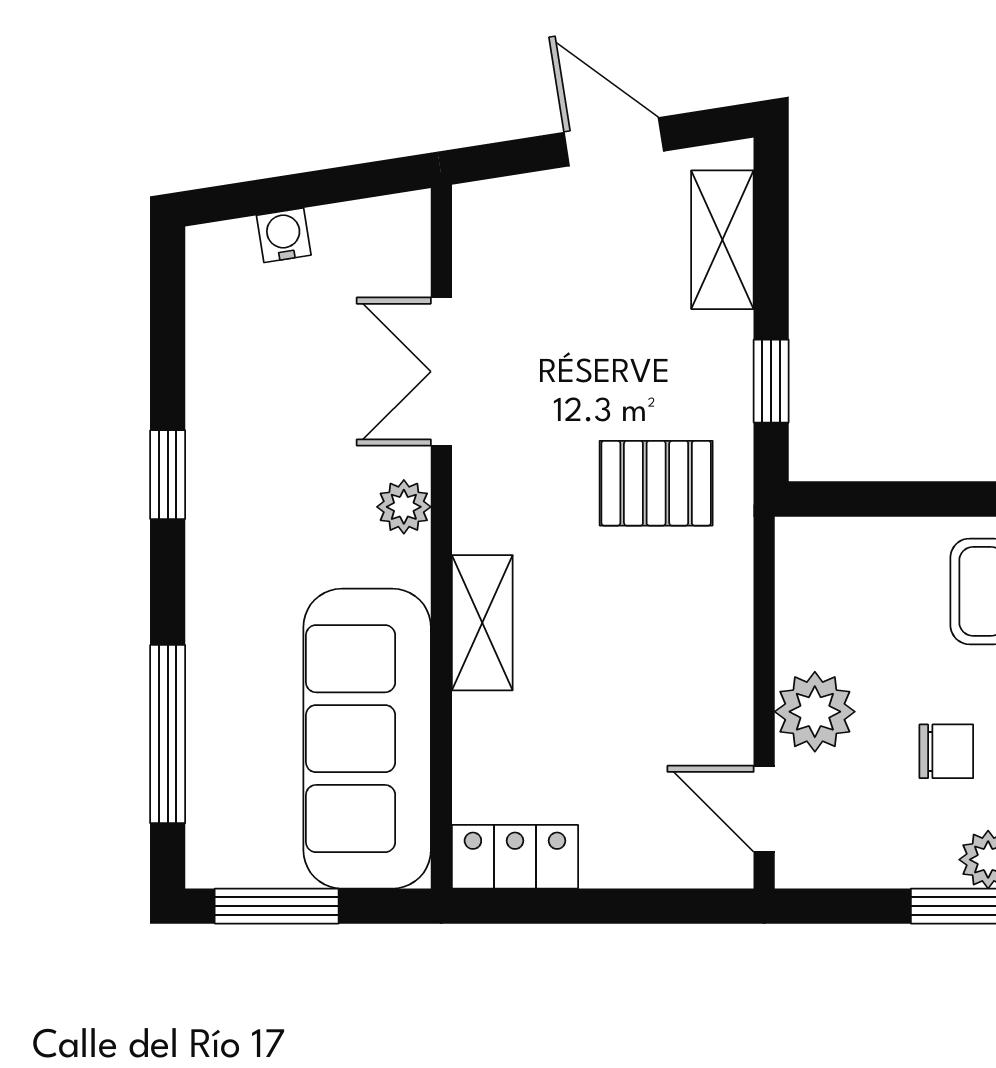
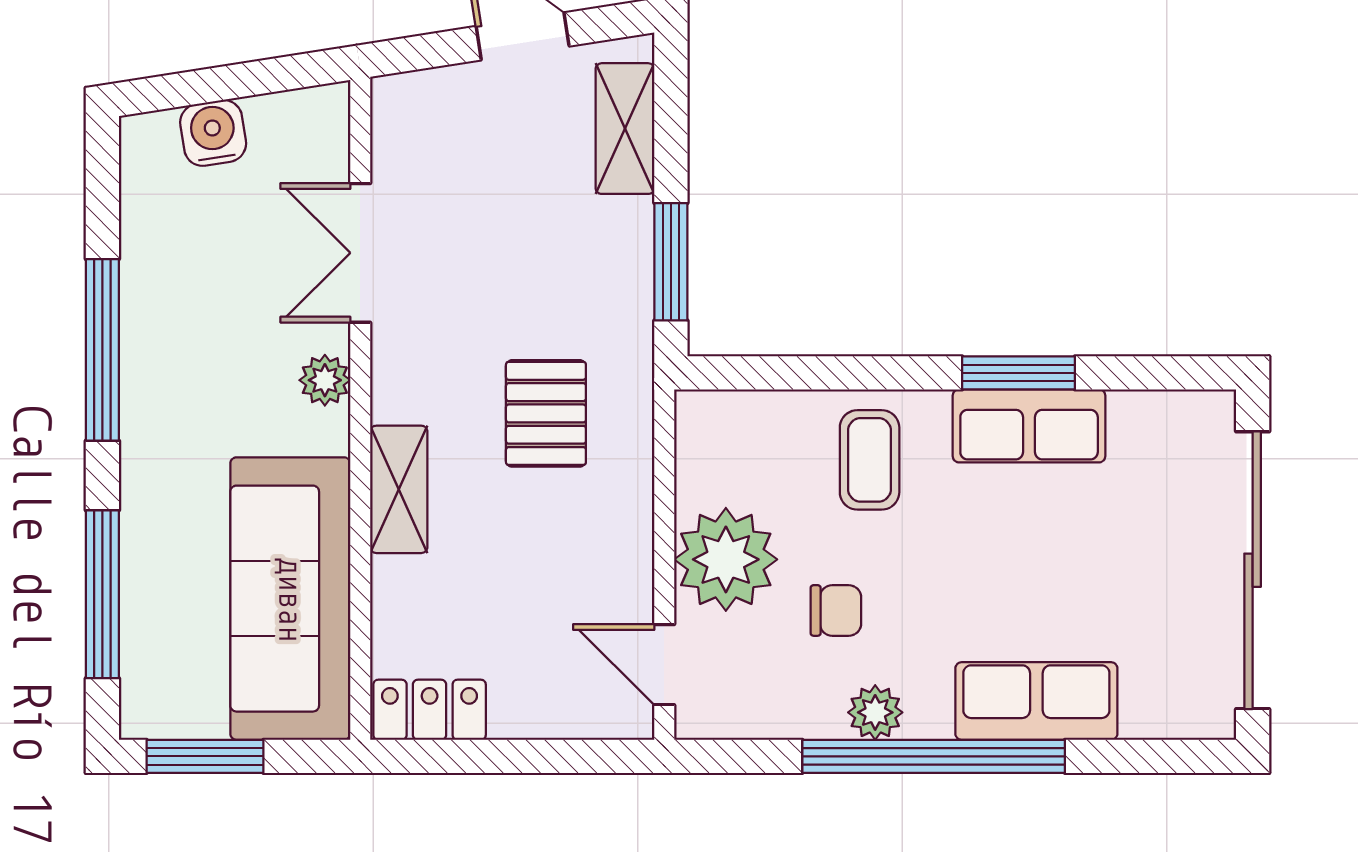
water cooler: (284, 235) -> (213, 133), width x1.38, depth x1.38
window: (771, 381) -> (671, 262), width x1.50
window: (168, 475) -> (102, 350), width x2.17
pallet: (656, 483) -> (546, 413), moved, turned 90
plant: (815, 712) -> (726, 559), width x1.36, depth x1.36

